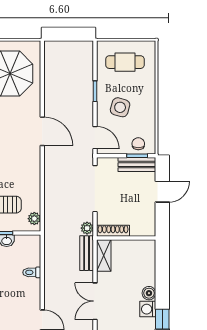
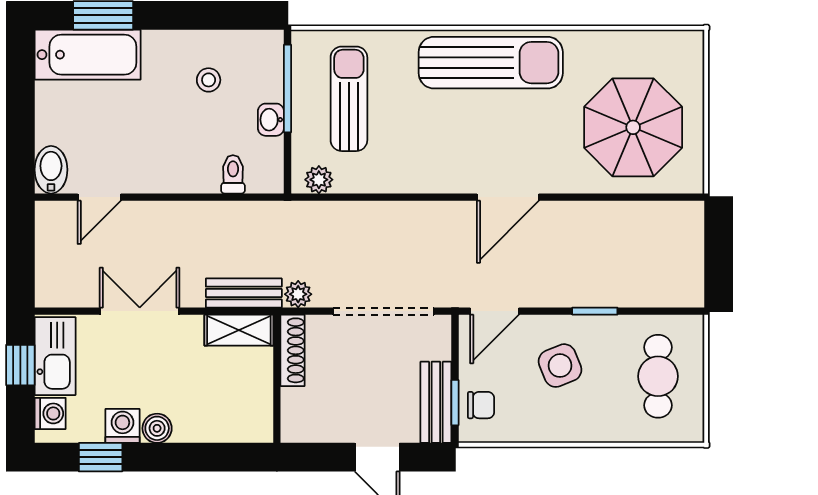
side table: (120, 107) -> (560, 366), turned -38
toilet: (32, 272) -> (233, 174), moved

